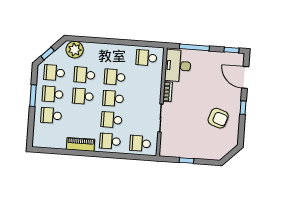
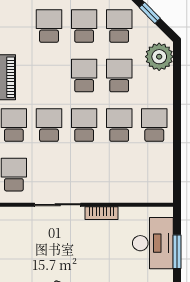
window: (194, 47) -> (177, 252), width x0.69
school desk: (146, 58) -> (154, 125), moved
desk: (178, 66) -> (153, 243), moved, turned 90

